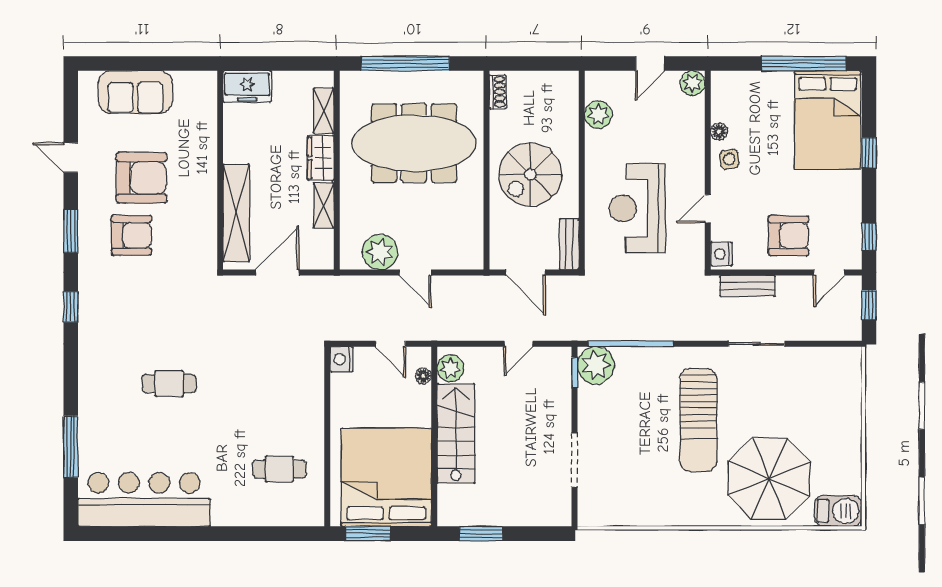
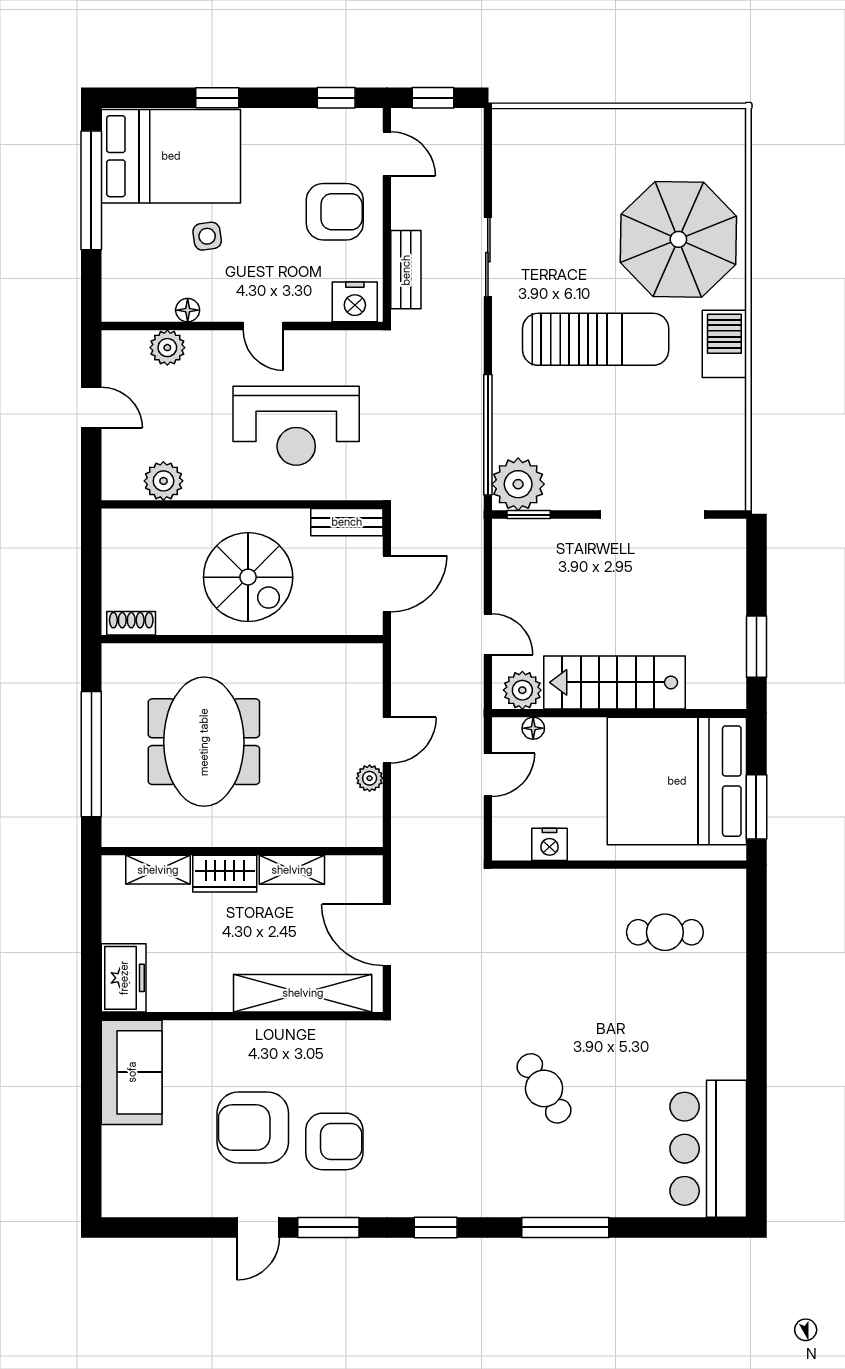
plant: (693, 83) -> (167, 348), moved
sofa: (135, 92) -> (132, 1072), moved
meeting table: (414, 143) -> (204, 742), width x0.73
door: (71, 158) -> (258, 1227), moved
side table: (729, 159) -> (207, 236), moved
armchair: (141, 178) -> (253, 1128), turned -90
door: (708, 209) -> (263, 326), moved
armchair: (132, 235) -> (334, 1141), turned 90
armchair: (789, 236) -> (335, 212), turned 90
plant: (380, 252) -> (370, 778), width x0.53, depth x0.53
nightstand: (721, 254) -> (355, 302), width x1.36, depth x1.33
door: (519, 344) -> (488, 634), moved
nightstand: (342, 359) -> (549, 844), moved
cafe table: (169, 384) -> (544, 1088), turned -32
window: (71, 447) -> (565, 1227), moved
doorway: (575, 460) -> (652, 515), width x1.36
cafe table: (279, 469) -> (665, 932), turned 90
bar counter: (144, 500) -> (708, 1149), width x0.73
barbecue: (838, 511) -> (724, 344), moved

